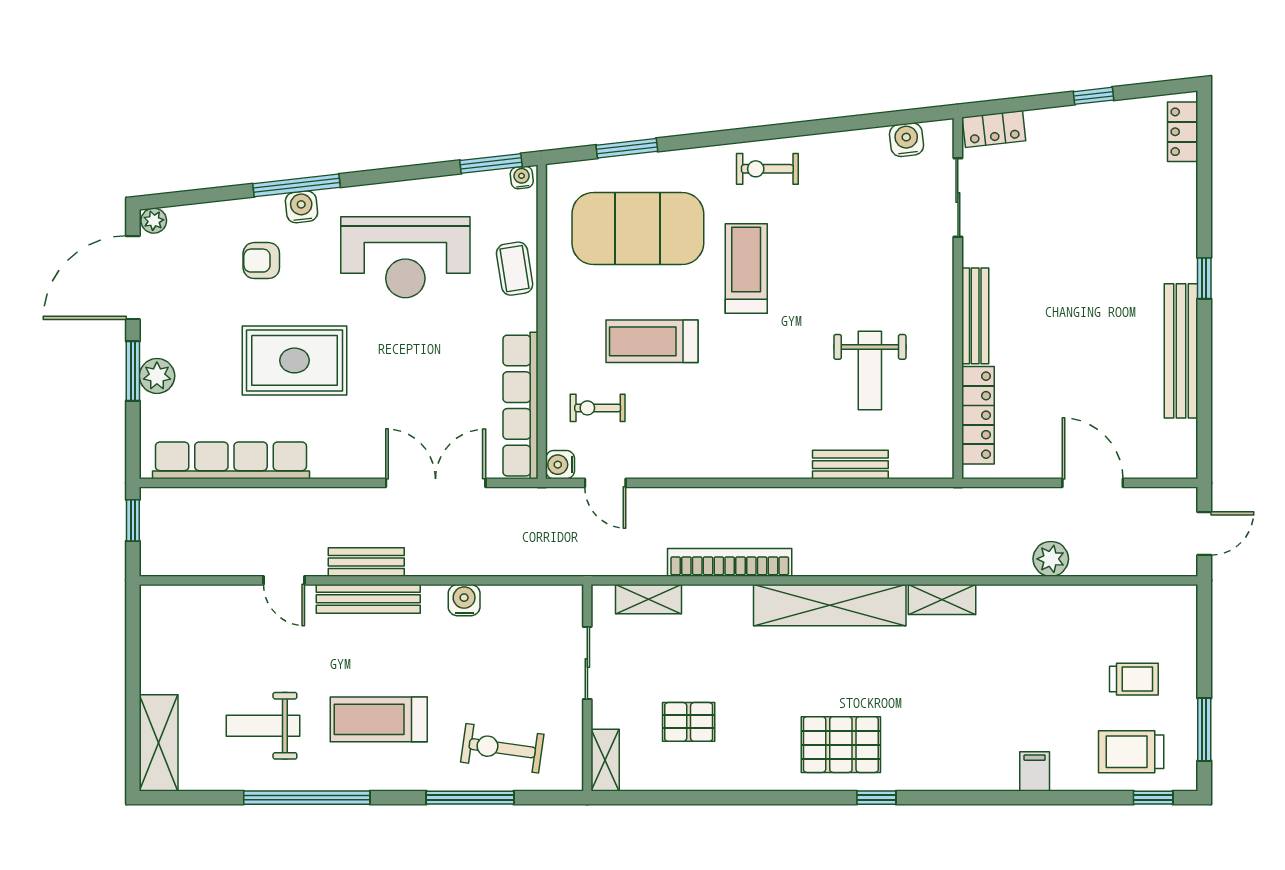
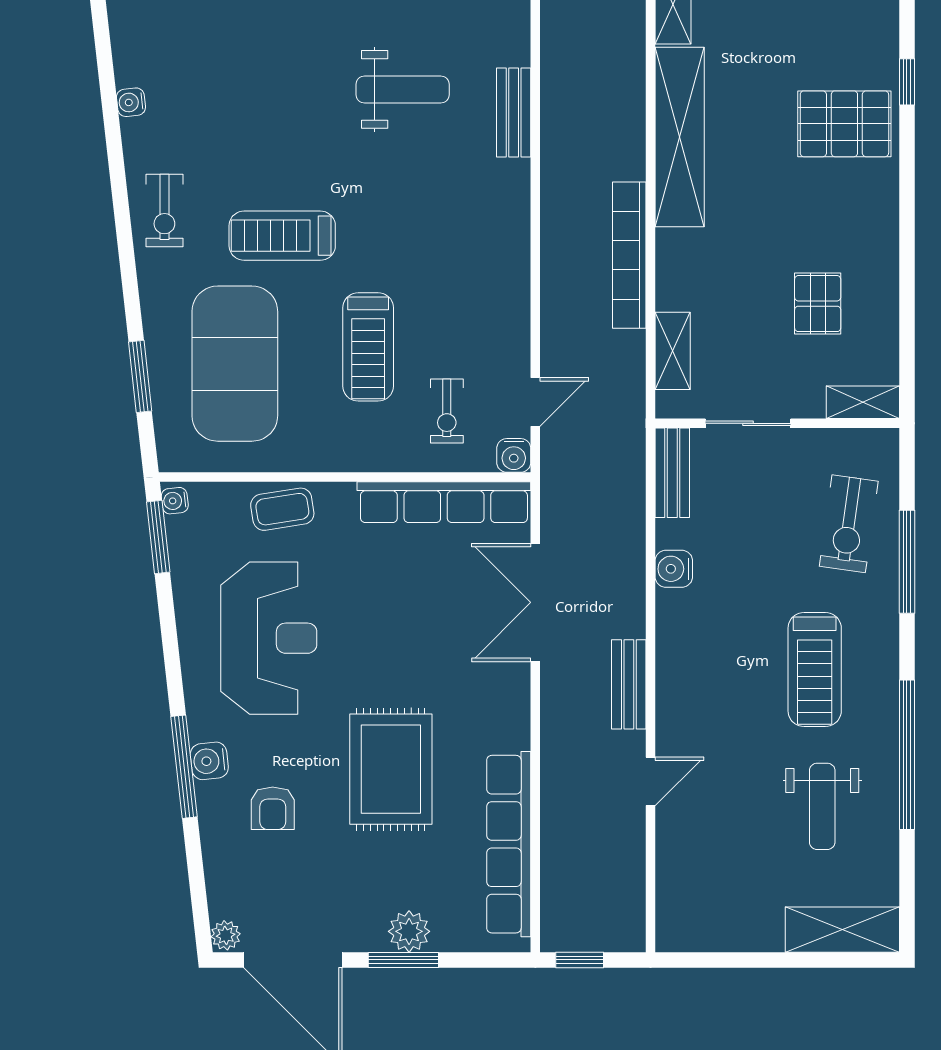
water cooler: (907, 140) -> (131, 102), moved, width x0.72, depth x0.72
bench: (368, 599) -> (672, 473), moved, width x0.73
pallet: (841, 745) -> (844, 124), turned 90

